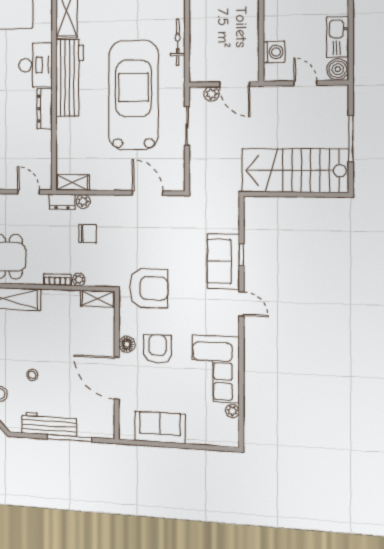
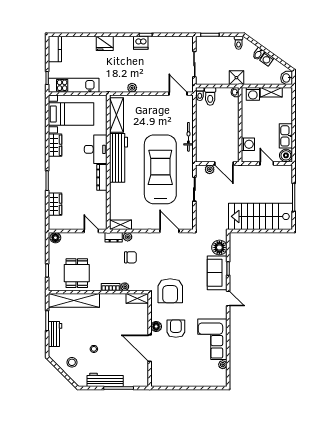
floor lamp: (227, 220) -> (219, 247), added
armchair: (149, 288) -> (170, 291), turned 90
sofa: (160, 427) -> (177, 378), removed

